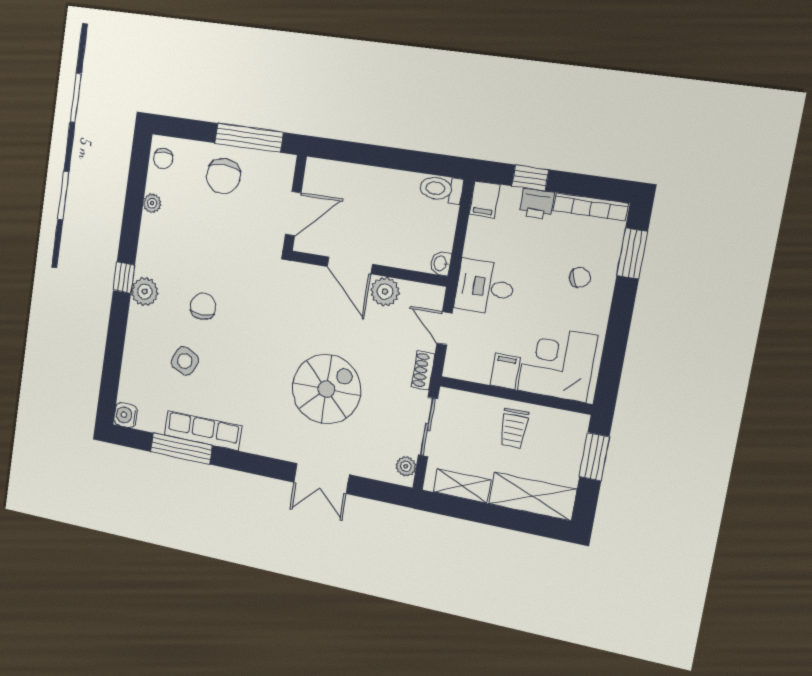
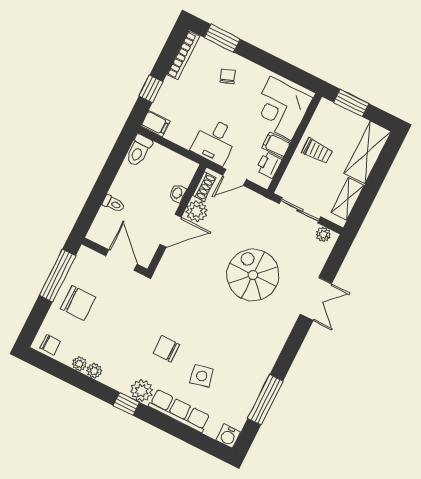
toilet: (361, 179) -> (113, 204), added
printer: (537, 204) -> (269, 165), moved, turned 180
plant: (150, 225) -> (94, 371), added
washbasin: (441, 263) -> (178, 193), moved, turned 90
side table: (185, 361) -> (202, 376), turned -37
shoe rack: (423, 370) -> (204, 186), moved, turned -90
row of seats: (203, 431) -> (179, 411), moved, turned 90

